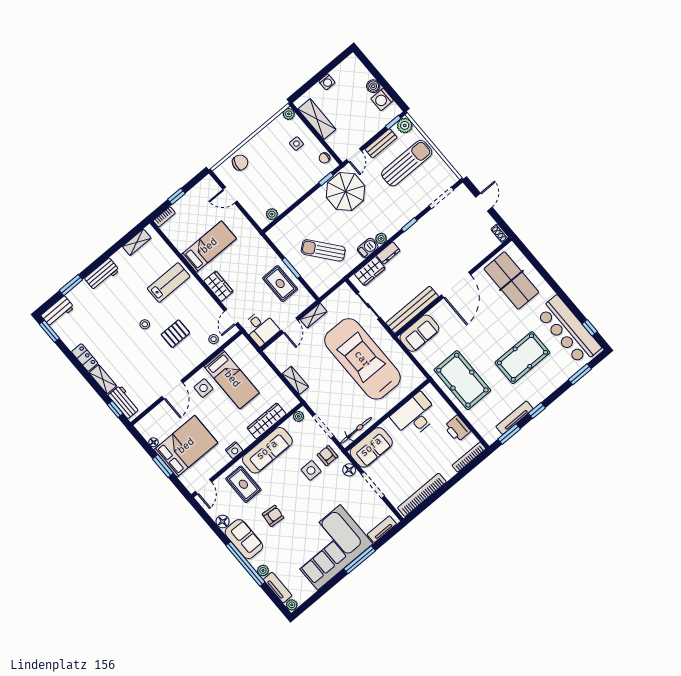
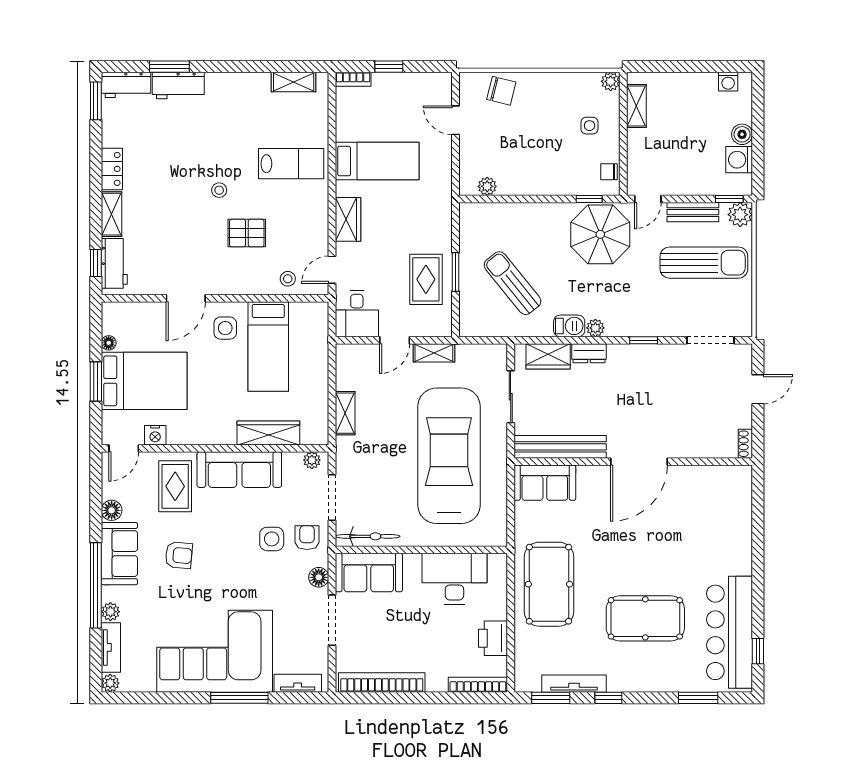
washing machine: (327, 82) -> (728, 82), moved
shelving: (317, 119) -> (636, 106), width x0.67, depth x0.75
workbench: (102, 274) -> (178, 85), moved
table tennis table: (511, 280) -> (711, 513), removed
nightstand: (234, 450) -> (155, 435), moved

